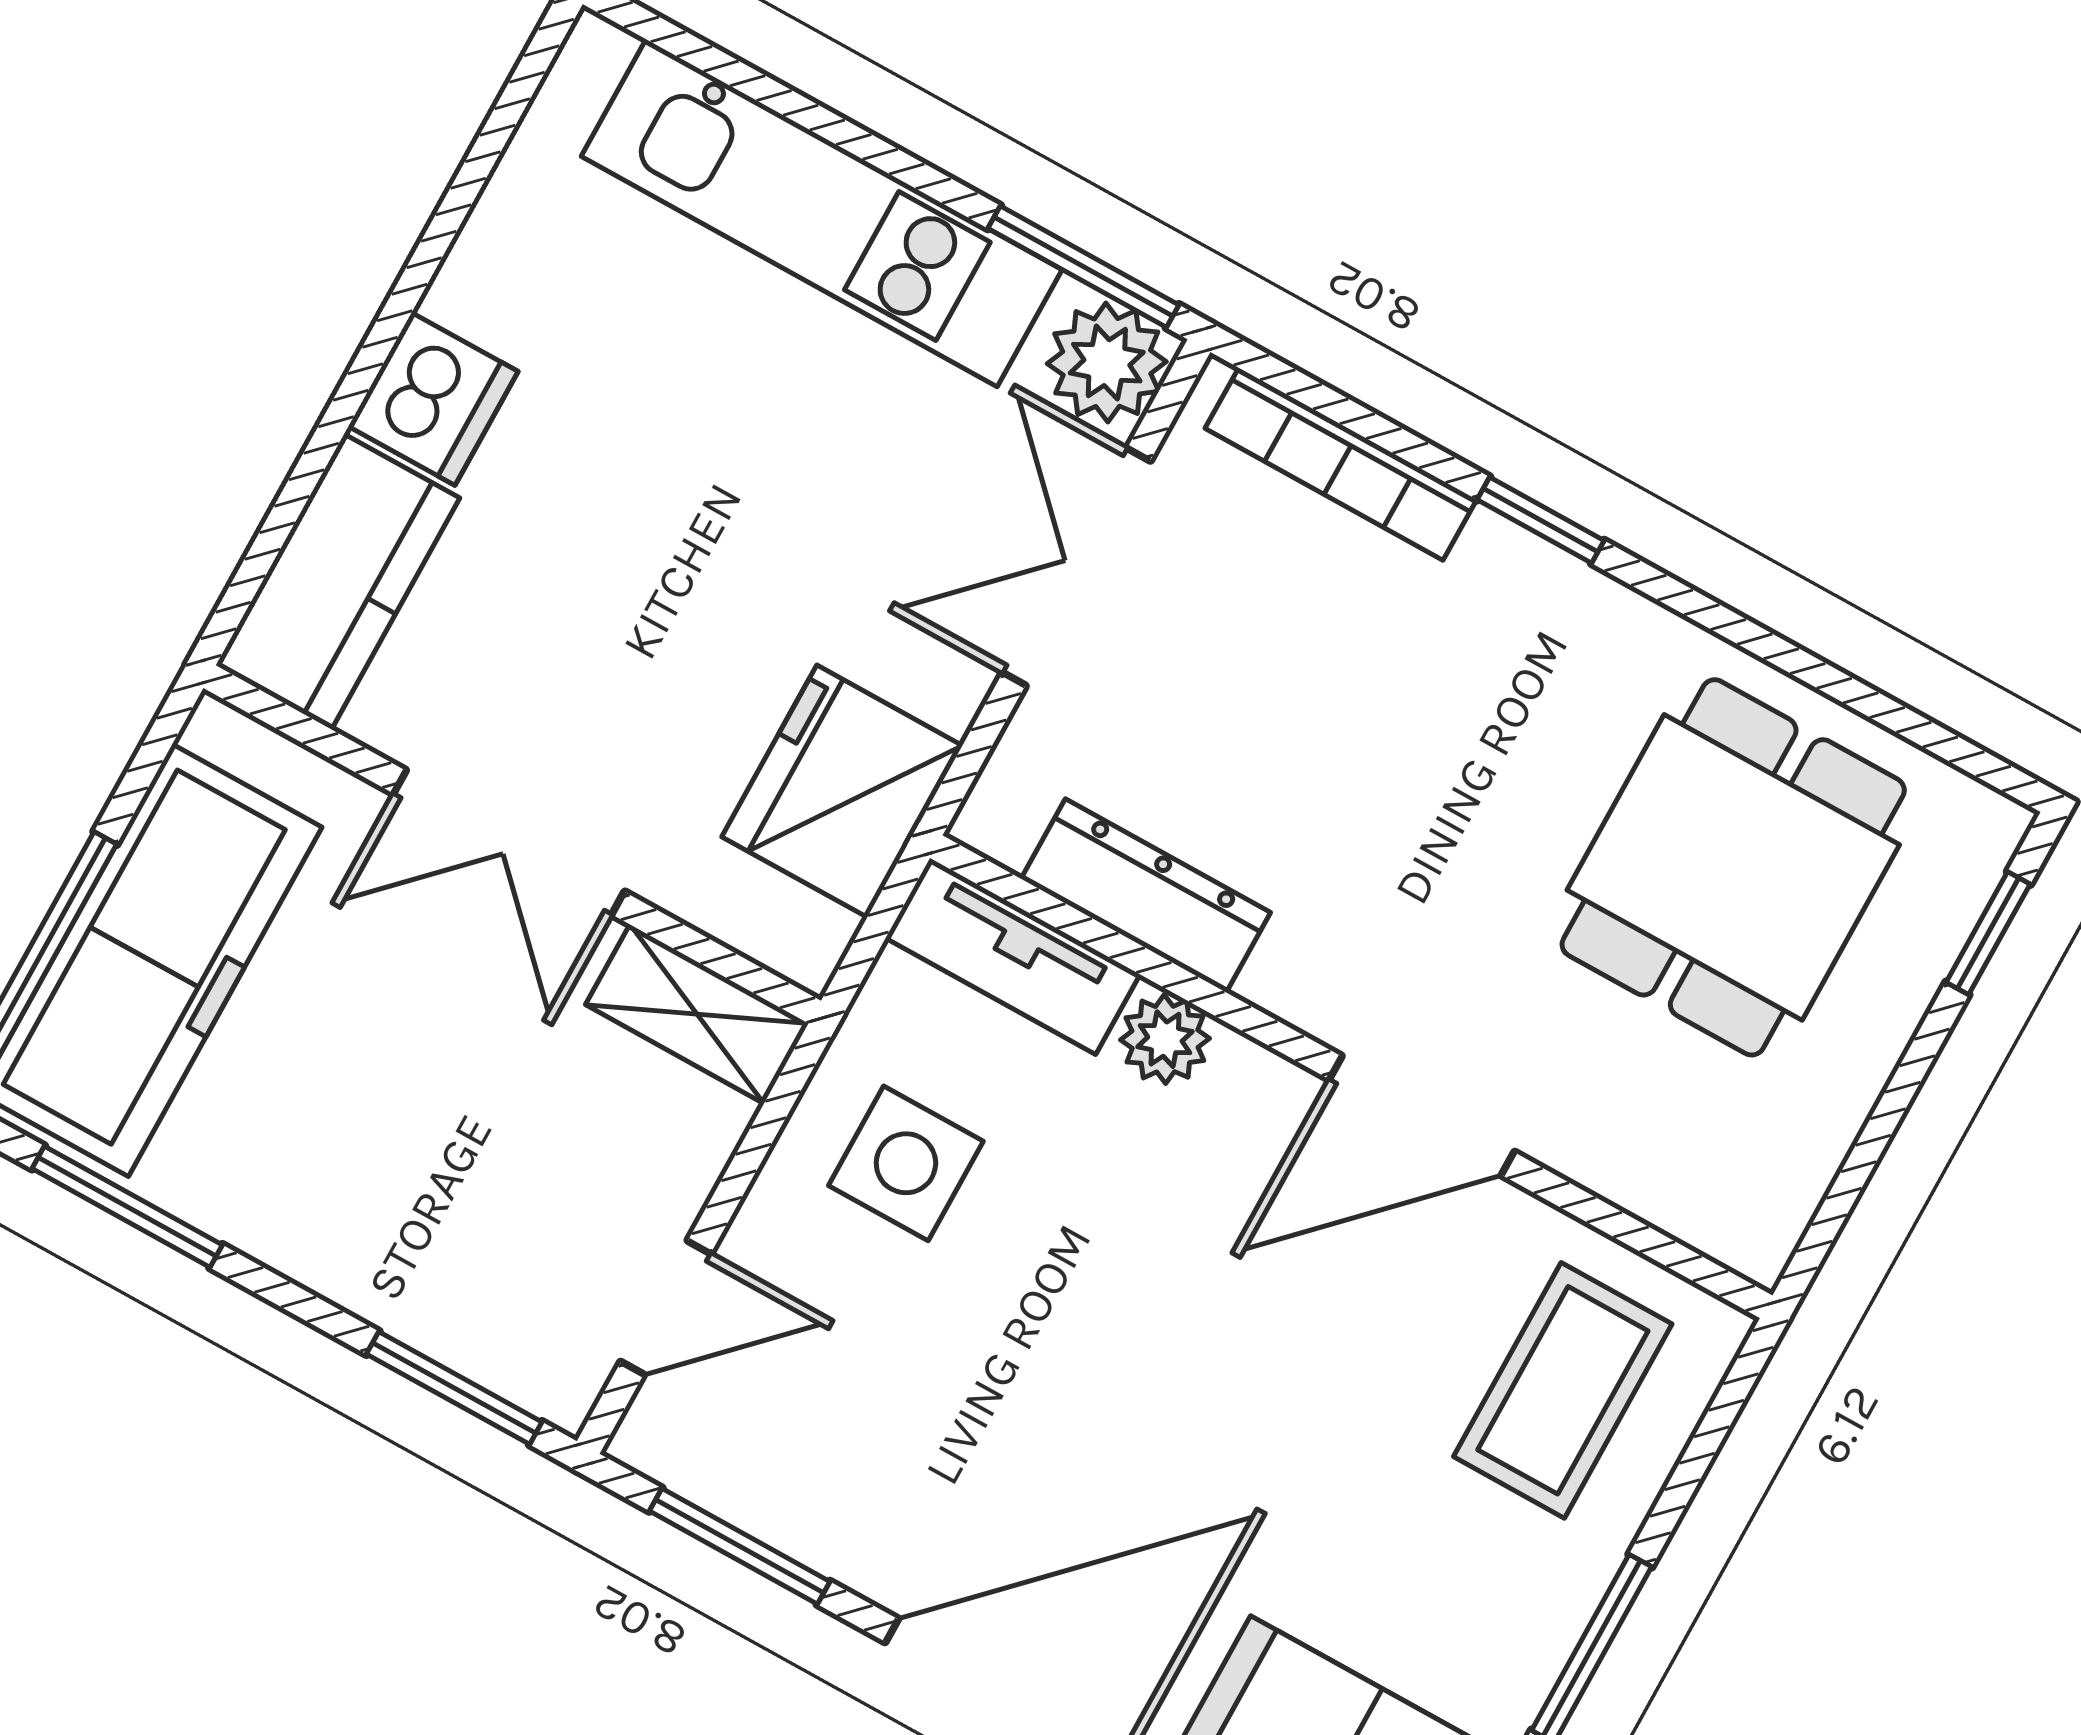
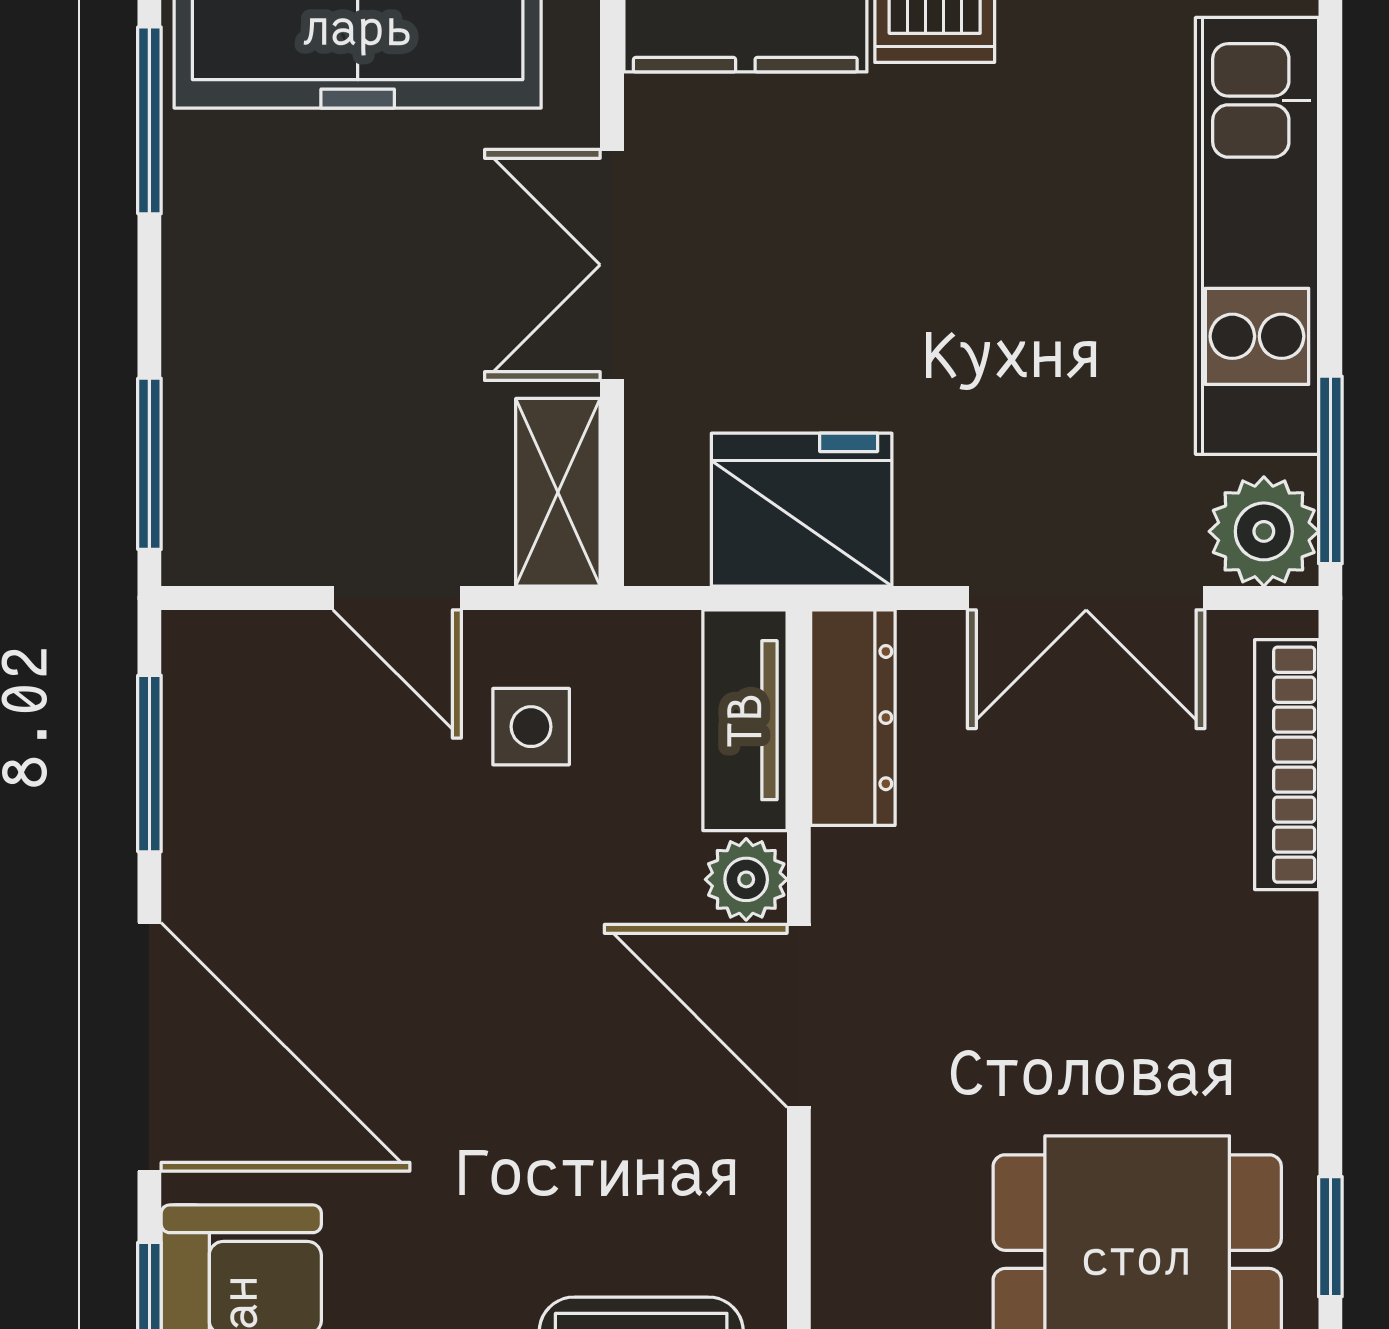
window: (1541, 520) -> (1330, 1237), moved
double door: (1076, 567) -> (1086, 598), swing flipped
dresser: (1146, 896) -> (853, 718), moved
door: (1422, 1116) -> (799, 1016), moved
side table: (906, 1163) -> (531, 727), width x0.73, depth x0.73
door: (666, 1308) -> (397, 598), moved

